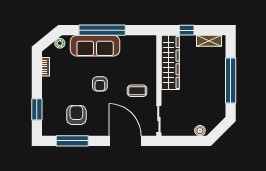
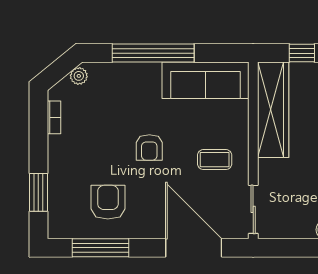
sofa: (95, 46) -> (205, 80), moved

